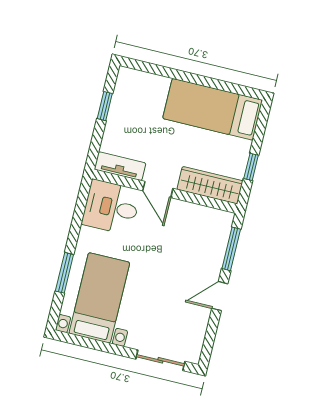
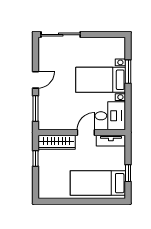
bed: (213, 109) -> (98, 183), moved, turned 180
door: (158, 189) -> (86, 132), hinge flipped
bed with nightstands: (99, 298) -> (101, 80), moved, turned 90
sliding door: (160, 360) -> (61, 35), width x1.37

